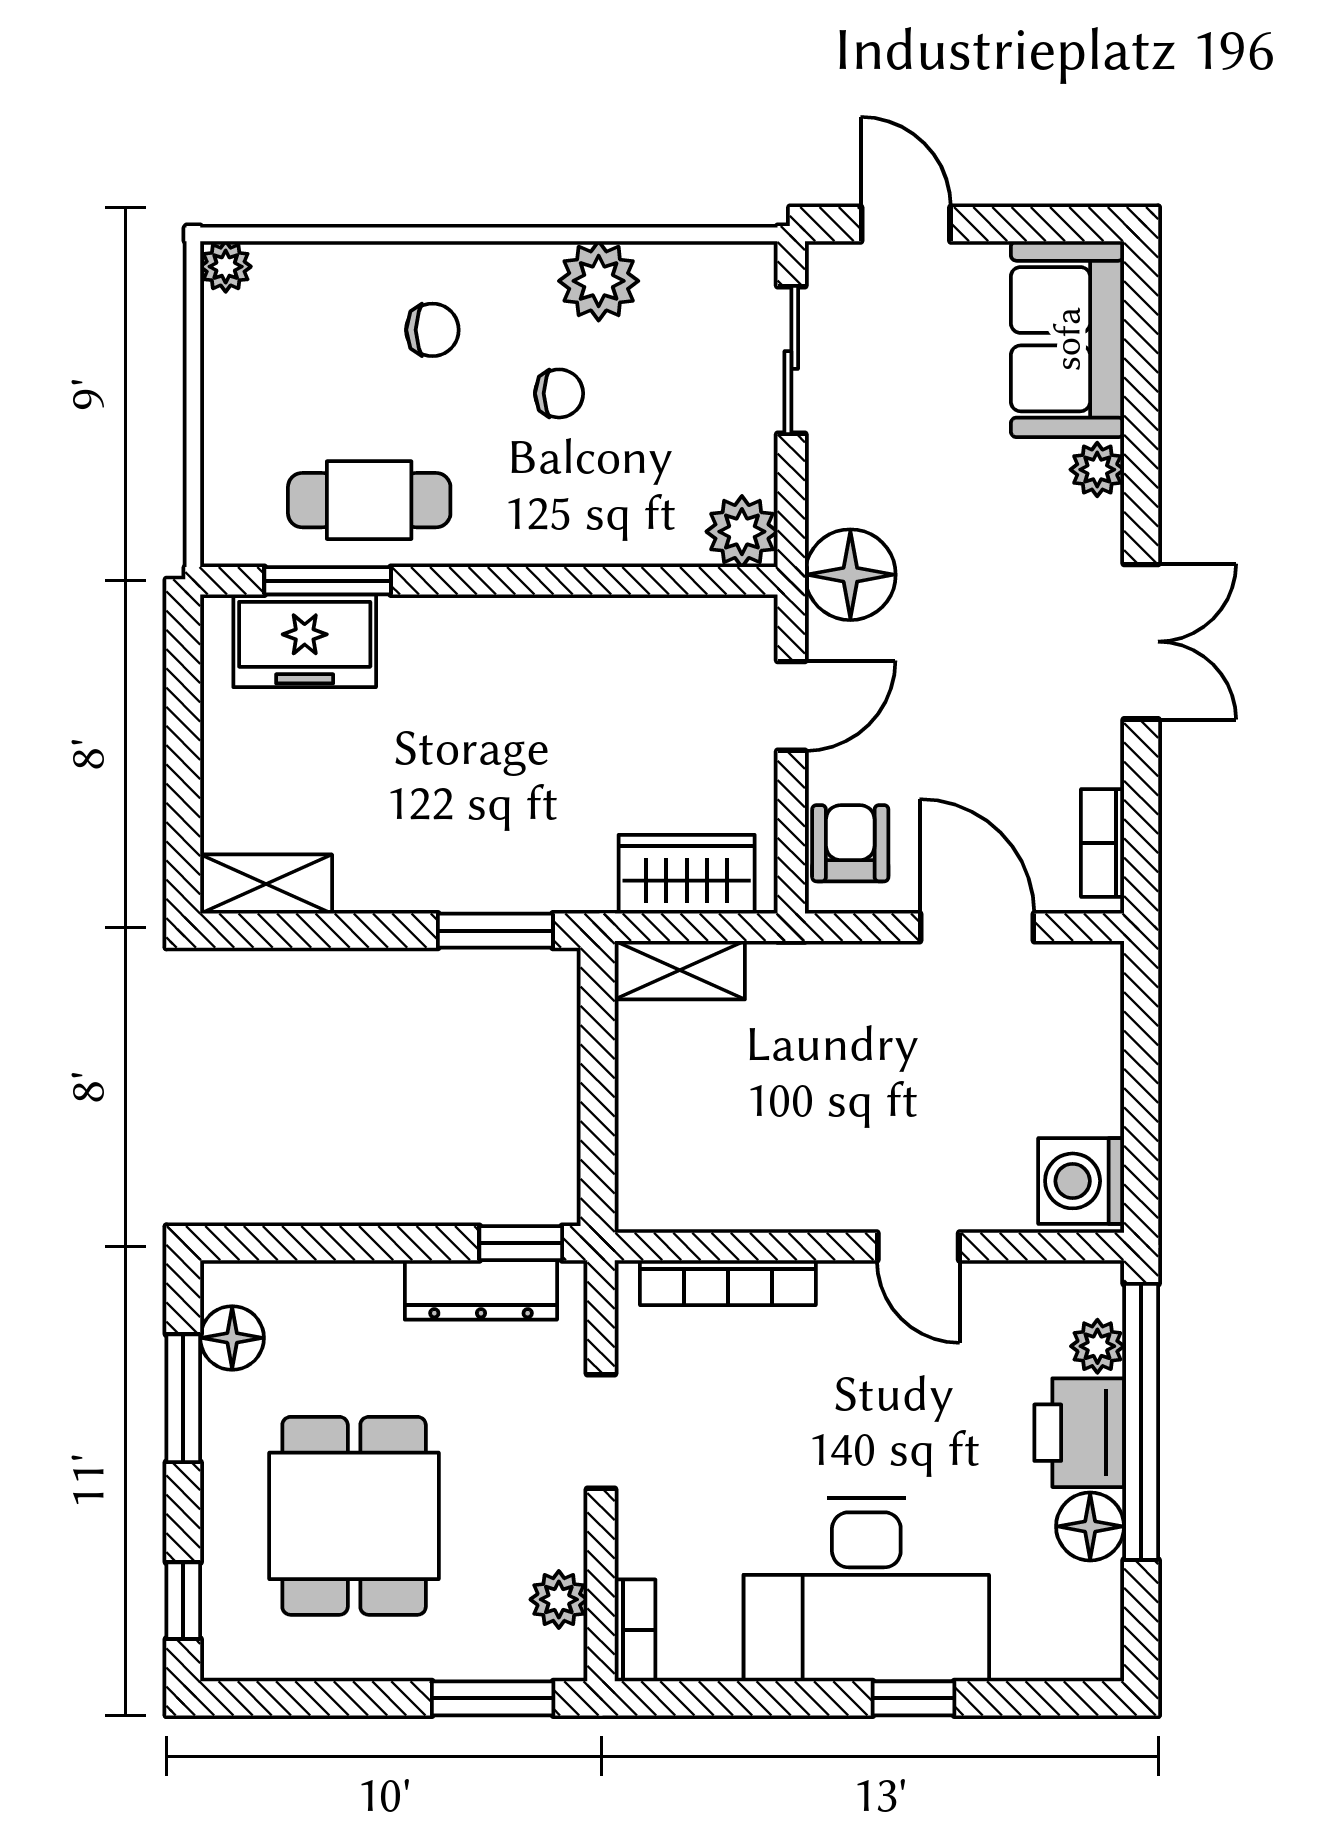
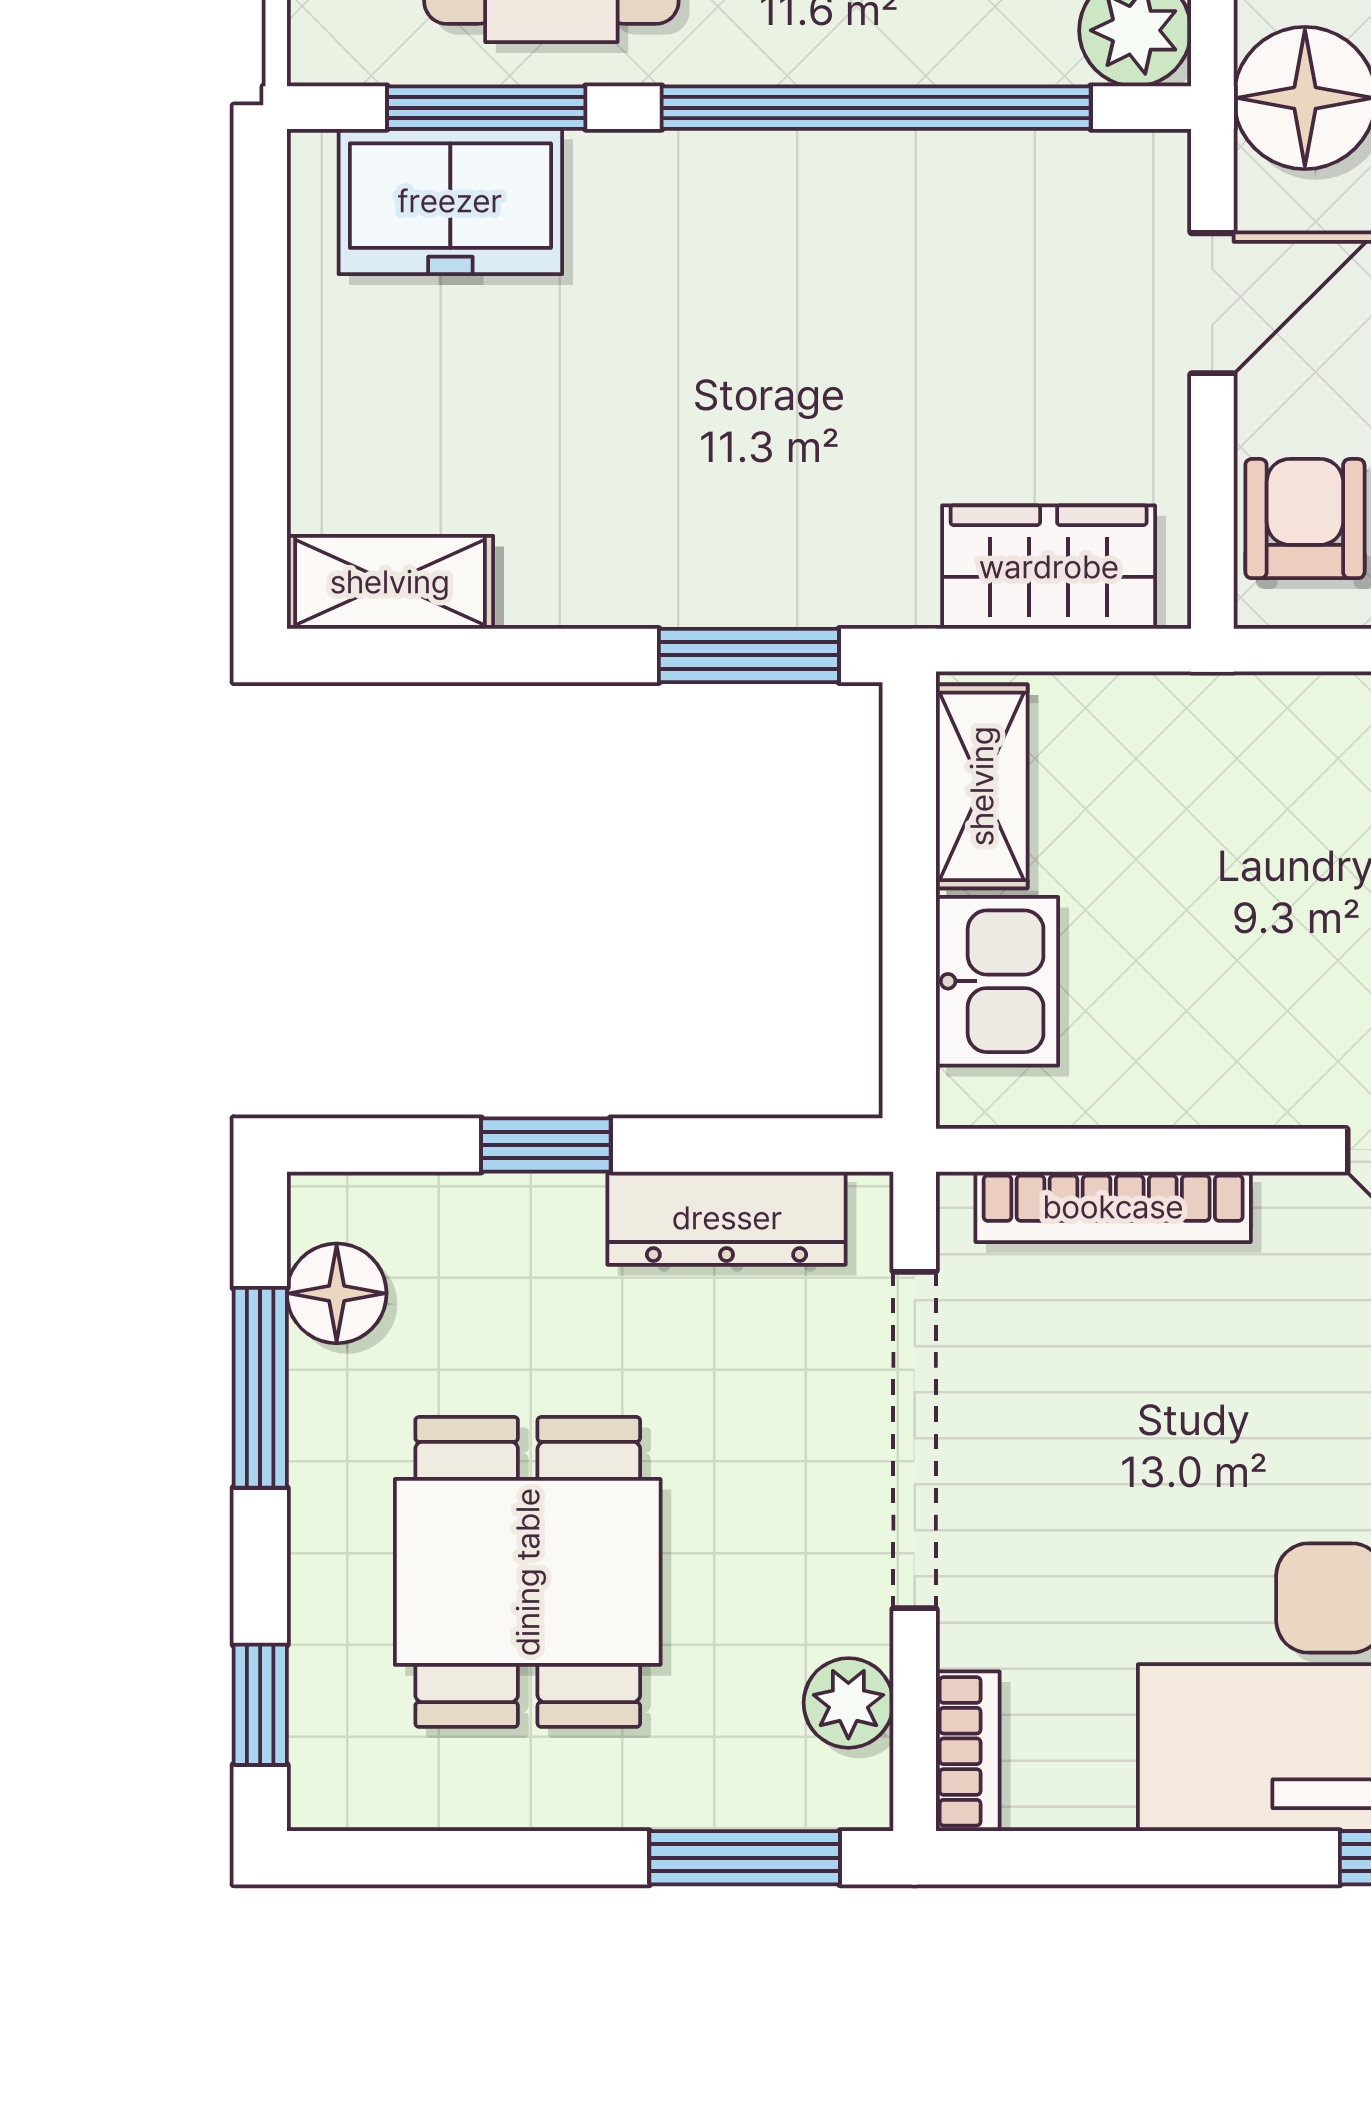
window: (577, 581) -> (876, 108), added
shelving: (680, 970) -> (982, 786), moved, turned 90
kitchen sink: (654, 1139) -> (997, 981), added
window: (521, 1243) -> (546, 1145), moved
doorway: (601, 1432) -> (915, 1440), width x1.87

